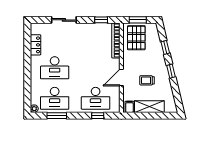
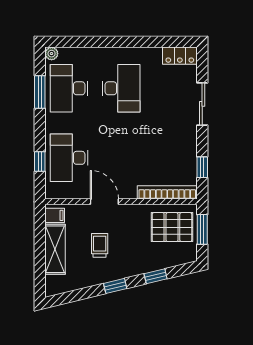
locker: (35, 45) -> (180, 56), moved
desk: (55, 68) -> (121, 88), turned 180

